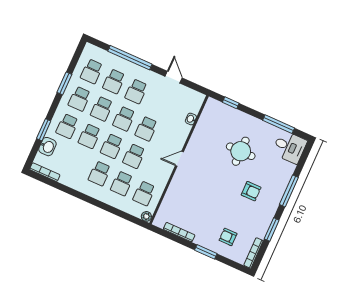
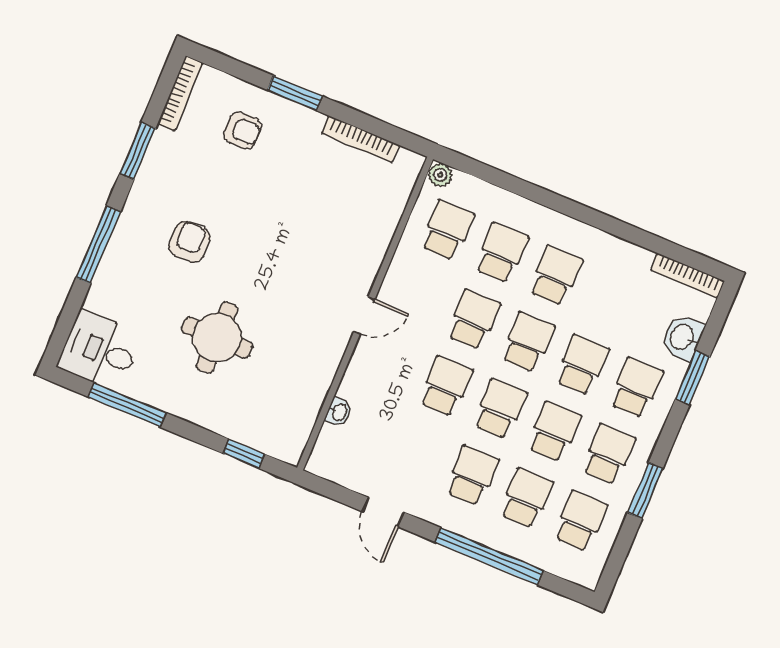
armchair: (251, 191) -> (190, 242), turned 90

